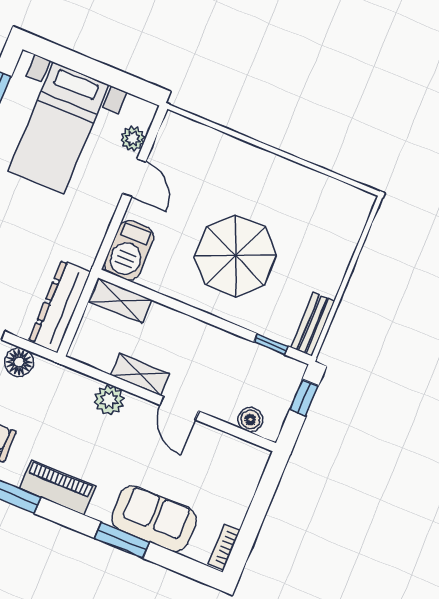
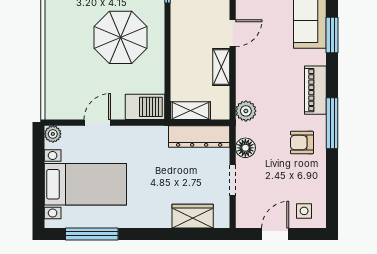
plant: (133, 139) -> (53, 134), moved
shelving: (121, 301) -> (190, 111), moved, turned 90
plant: (109, 400) -> (246, 111), moved

